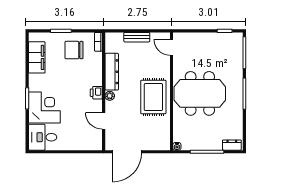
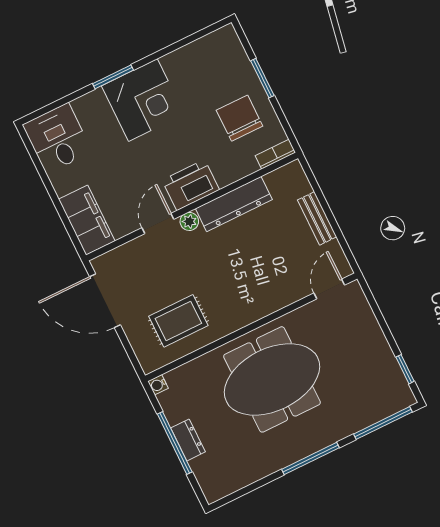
filing cabinet: (37, 57) -> (87, 220), moved, turned -90
printer: (96, 93) -> (191, 185), width x1.87, depth x1.48
meeting table: (200, 93) -> (272, 379), turned 90
rug: (153, 97) -> (178, 321), moved, width x0.73, depth x0.70
corner desk: (44, 107) -> (143, 100), moved
door: (104, 121) -> (158, 223), moved
dresser: (232, 145) -> (188, 440), moved

